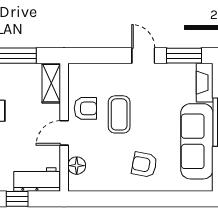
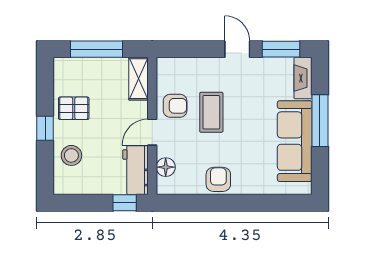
armchair: (144, 165) -> (218, 179), moved, turned 79
workbench: (37, 179) -> (136, 170), moved, turned -90
window: (17, 199) -> (125, 203), moved

